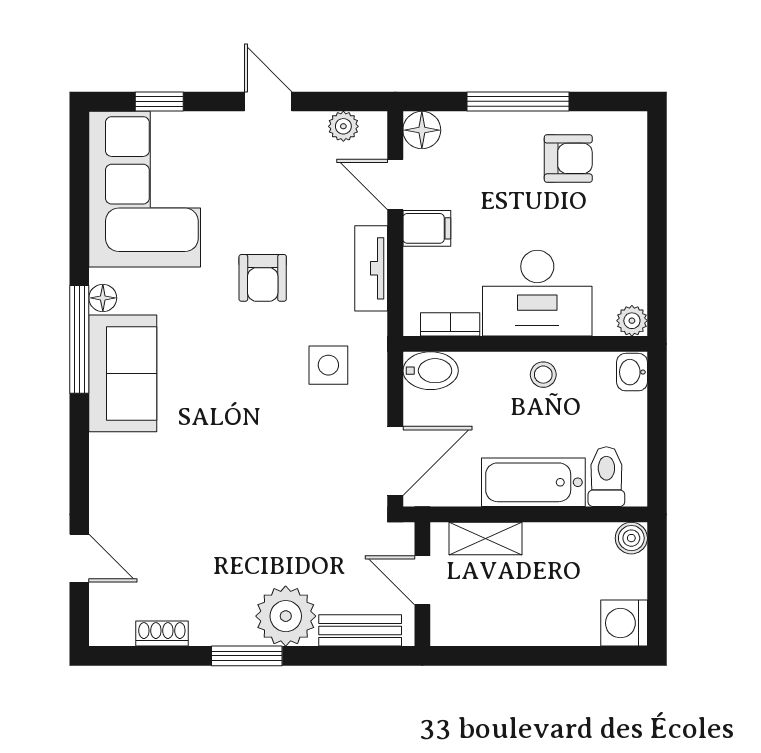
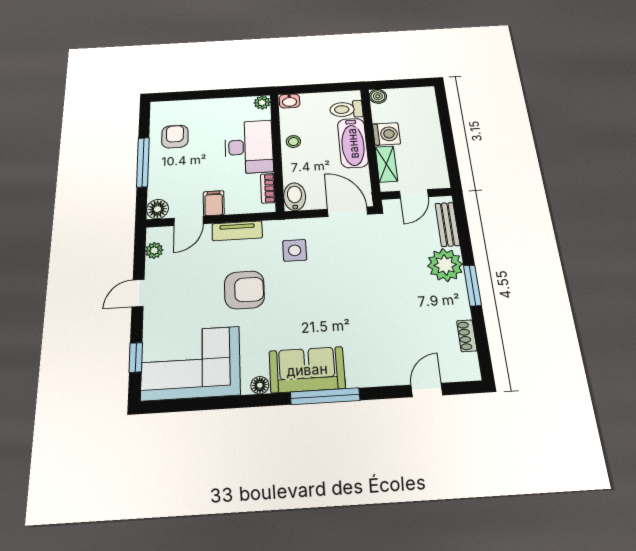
armchair: (263, 278) -> (244, 290), width x1.38, depth x1.38
window: (79, 339) -> (325, 396), moved
washing machine: (624, 623) -> (386, 134), moved, turned -90

